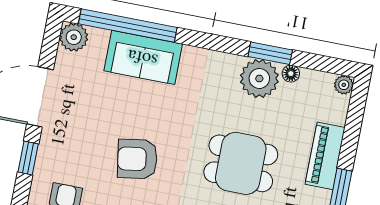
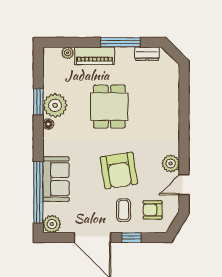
floor lamp: (291, 74) -> (48, 124), moved
plant: (344, 85) -> (68, 53), moved
coffee table: (74, 154) -> (124, 210), added
armchair: (137, 159) -> (119, 171), width x1.36, depth x1.36

